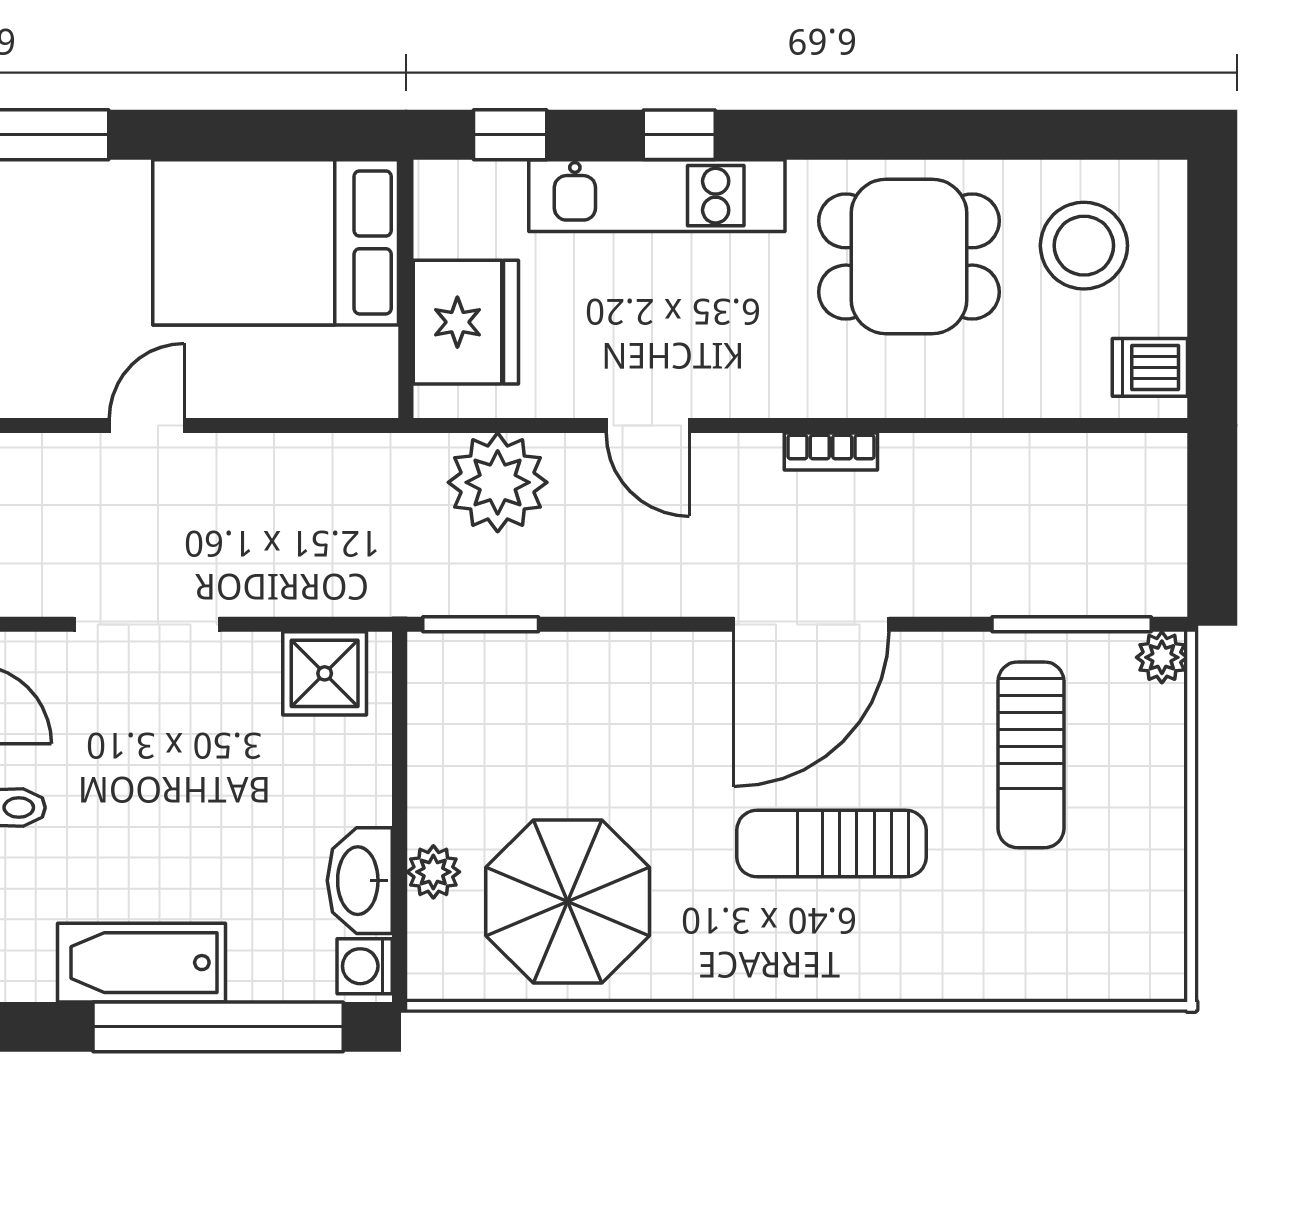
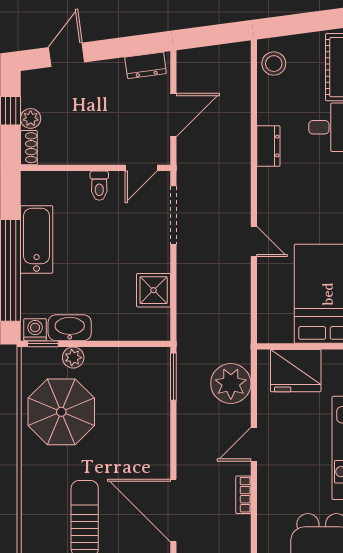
bookcase: (831, 452) -> (243, 495), moved
doorway: (147, 624) -> (173, 215), moved
shower: (325, 673) -> (154, 290), moved
window: (400, 947) -> (43, 344), added

